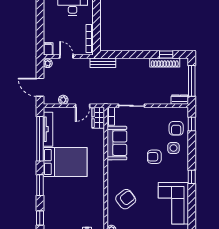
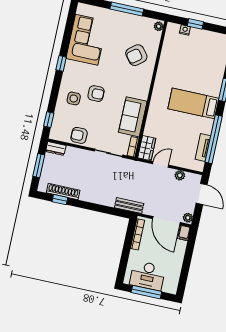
door: (66, 57) -> (166, 221), width x1.87
window: (192, 81) -> (39, 166), width x0.69
armchair: (176, 128) -> (79, 135), moved, turned -90
tv unit: (48, 129) -> (203, 148), width x0.71
bed: (65, 162) -> (193, 103), width x0.67

